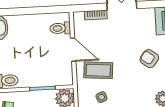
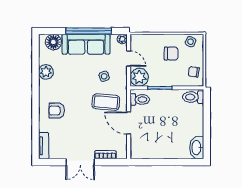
toilet: (60, 28) -> (140, 100), moved
armchair: (149, 59) -> (57, 111), turned 144

